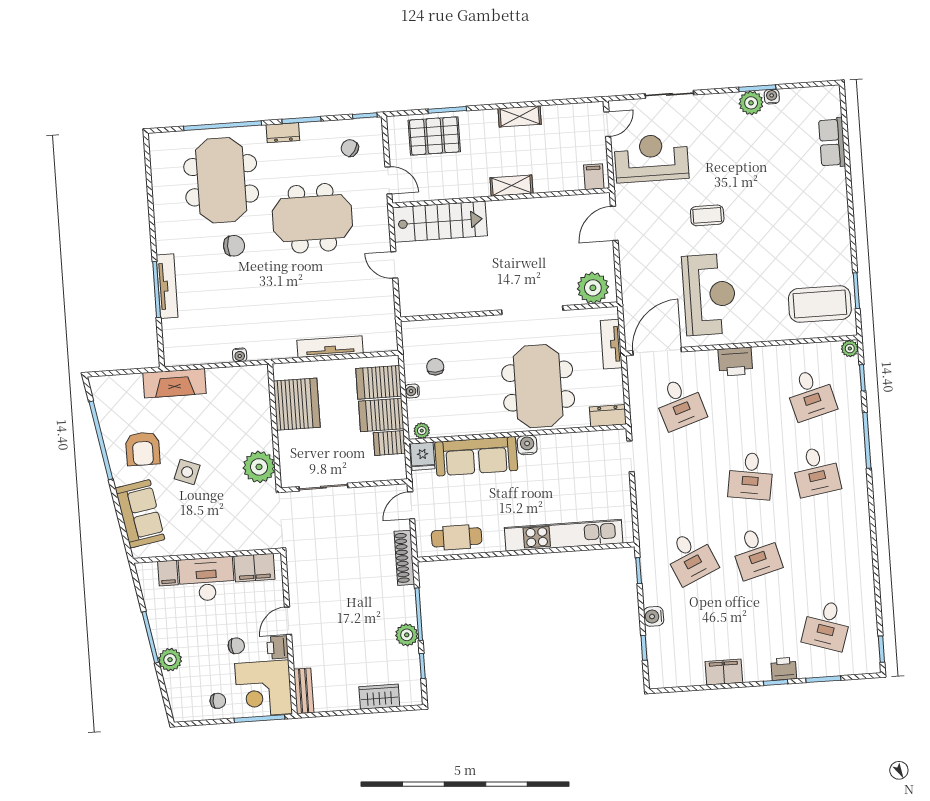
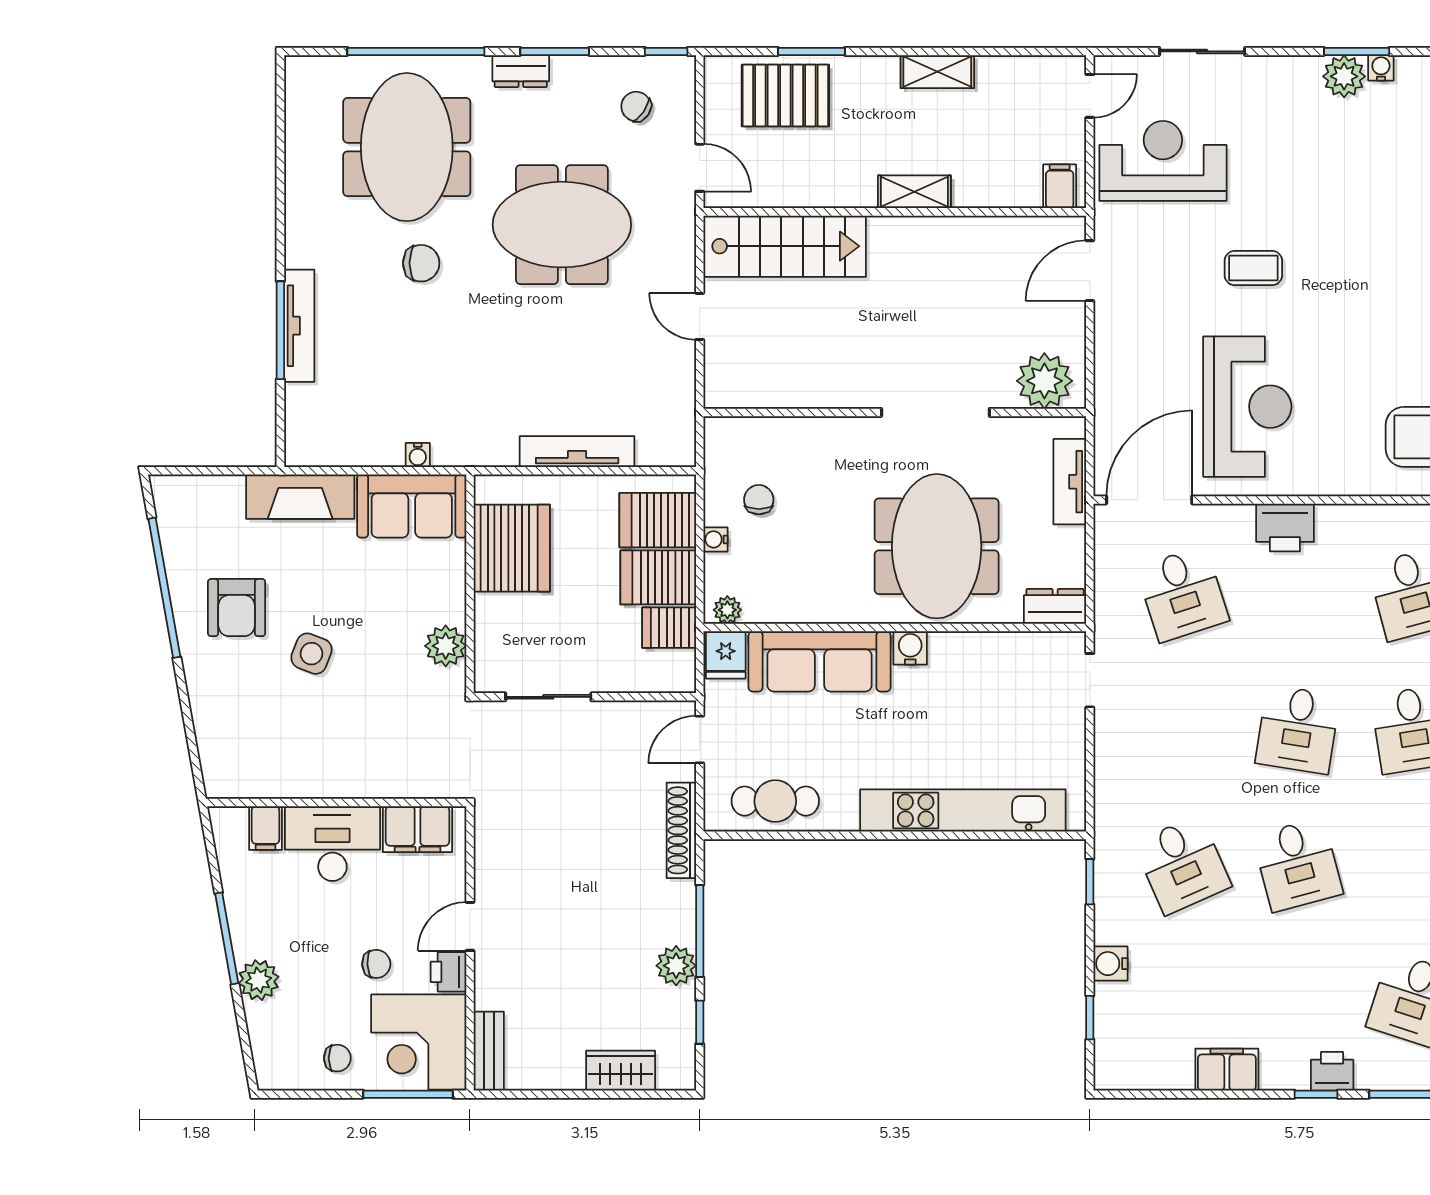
plant: (259, 467) -> (446, 646), width x0.73, depth x0.73
sofa: (140, 514) -> (412, 506), moved, turned 100

